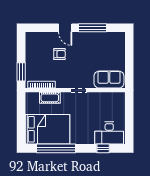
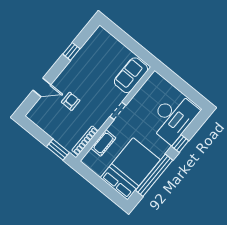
door: (65, 28) -> (42, 87), moved
window: (93, 28) -> (71, 51), width x0.46
desk: (109, 133) -> (173, 117), width x1.36, depth x1.30
window: (103, 148) -> (180, 144), moved

